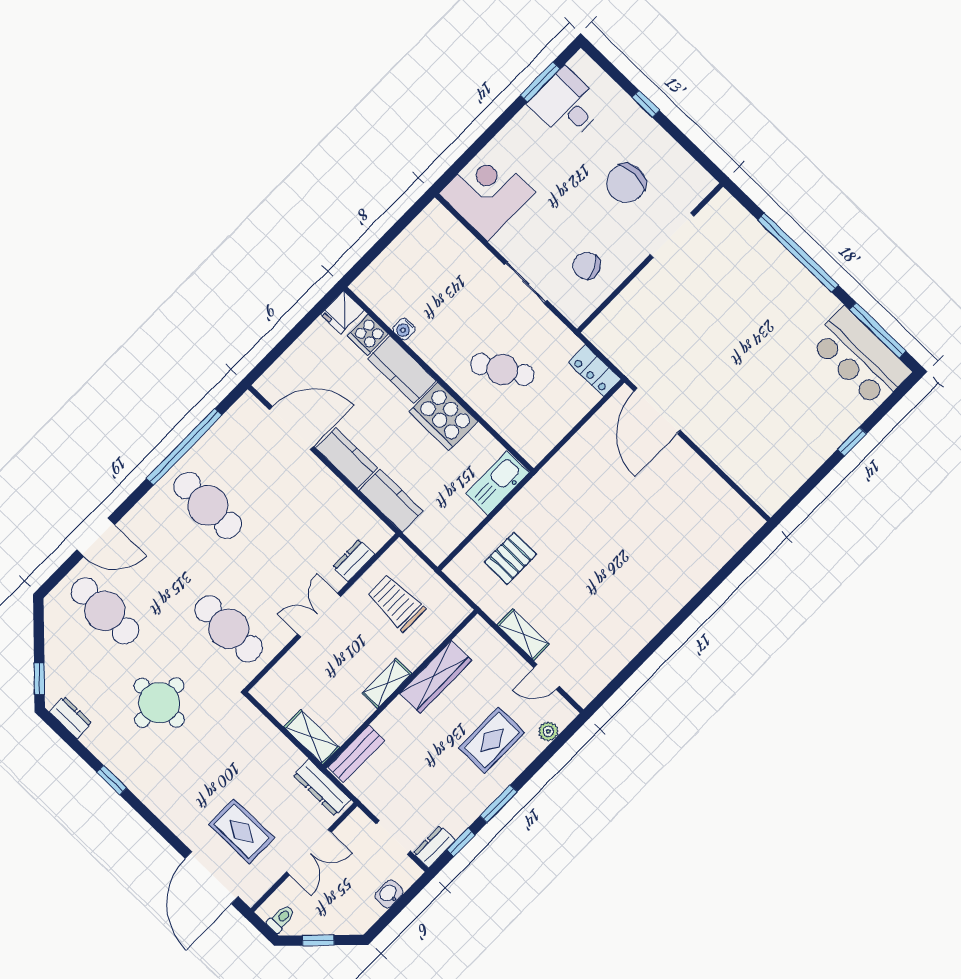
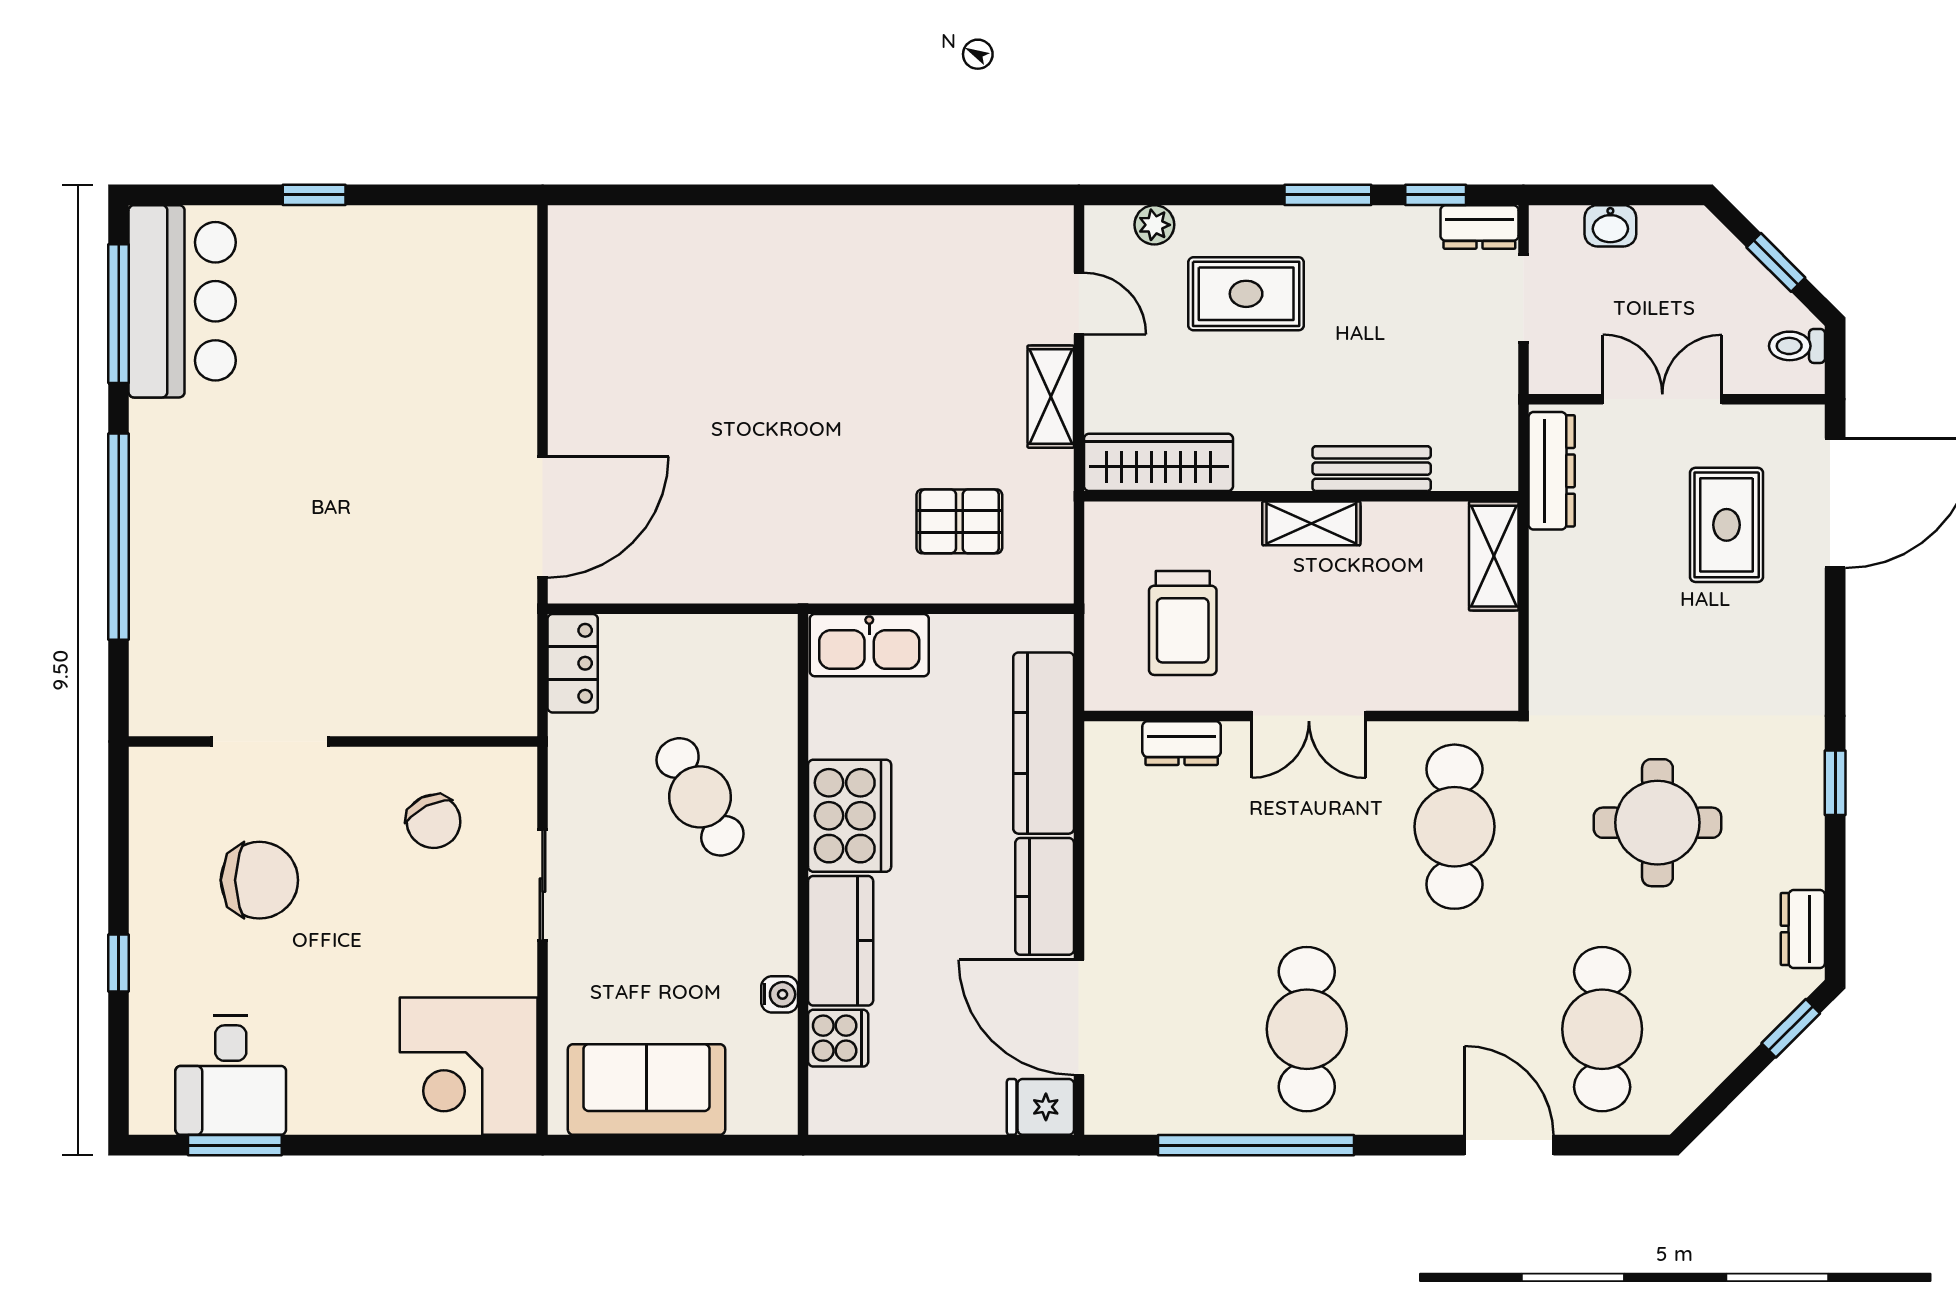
sofa: (416, 248) -> (646, 1089), added
fridge: (342, 312) -> (1040, 1107), moved, turned 180
kitchen counter: (391, 501) -> (1044, 743), width x1.50
wardrobe: (436, 677) -> (1159, 462), moved
bench: (356, 754) -> (1372, 469), moved

